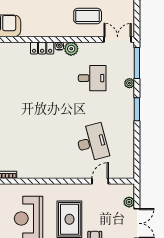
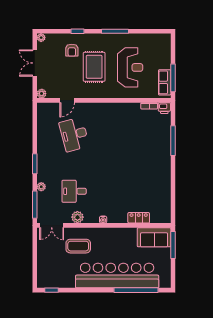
locker: (42, 48) -> (139, 218), moved
plant: (71, 49) -> (77, 217), moved
plant: (129, 202) -> (42, 94), moved

